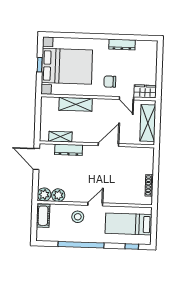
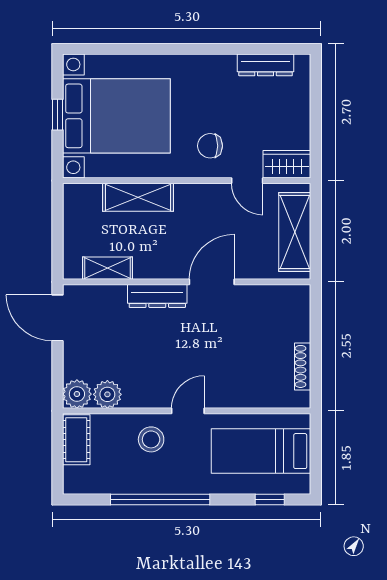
dresser: (122, 45) -> (266, 65), moved
dresser: (69, 150) -> (157, 296), moved

